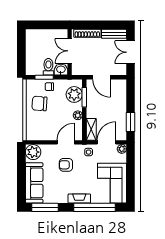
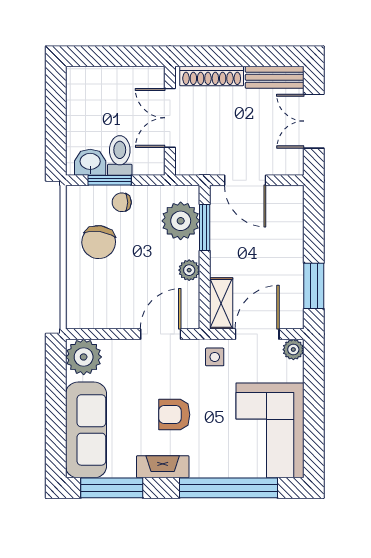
washbasin: (61, 70) -> (90, 162), moved
chair: (39, 103) -> (99, 242), turned -86
armchair: (66, 165) -> (174, 415), moved
fireplace: (79, 198) -> (163, 467), moved

